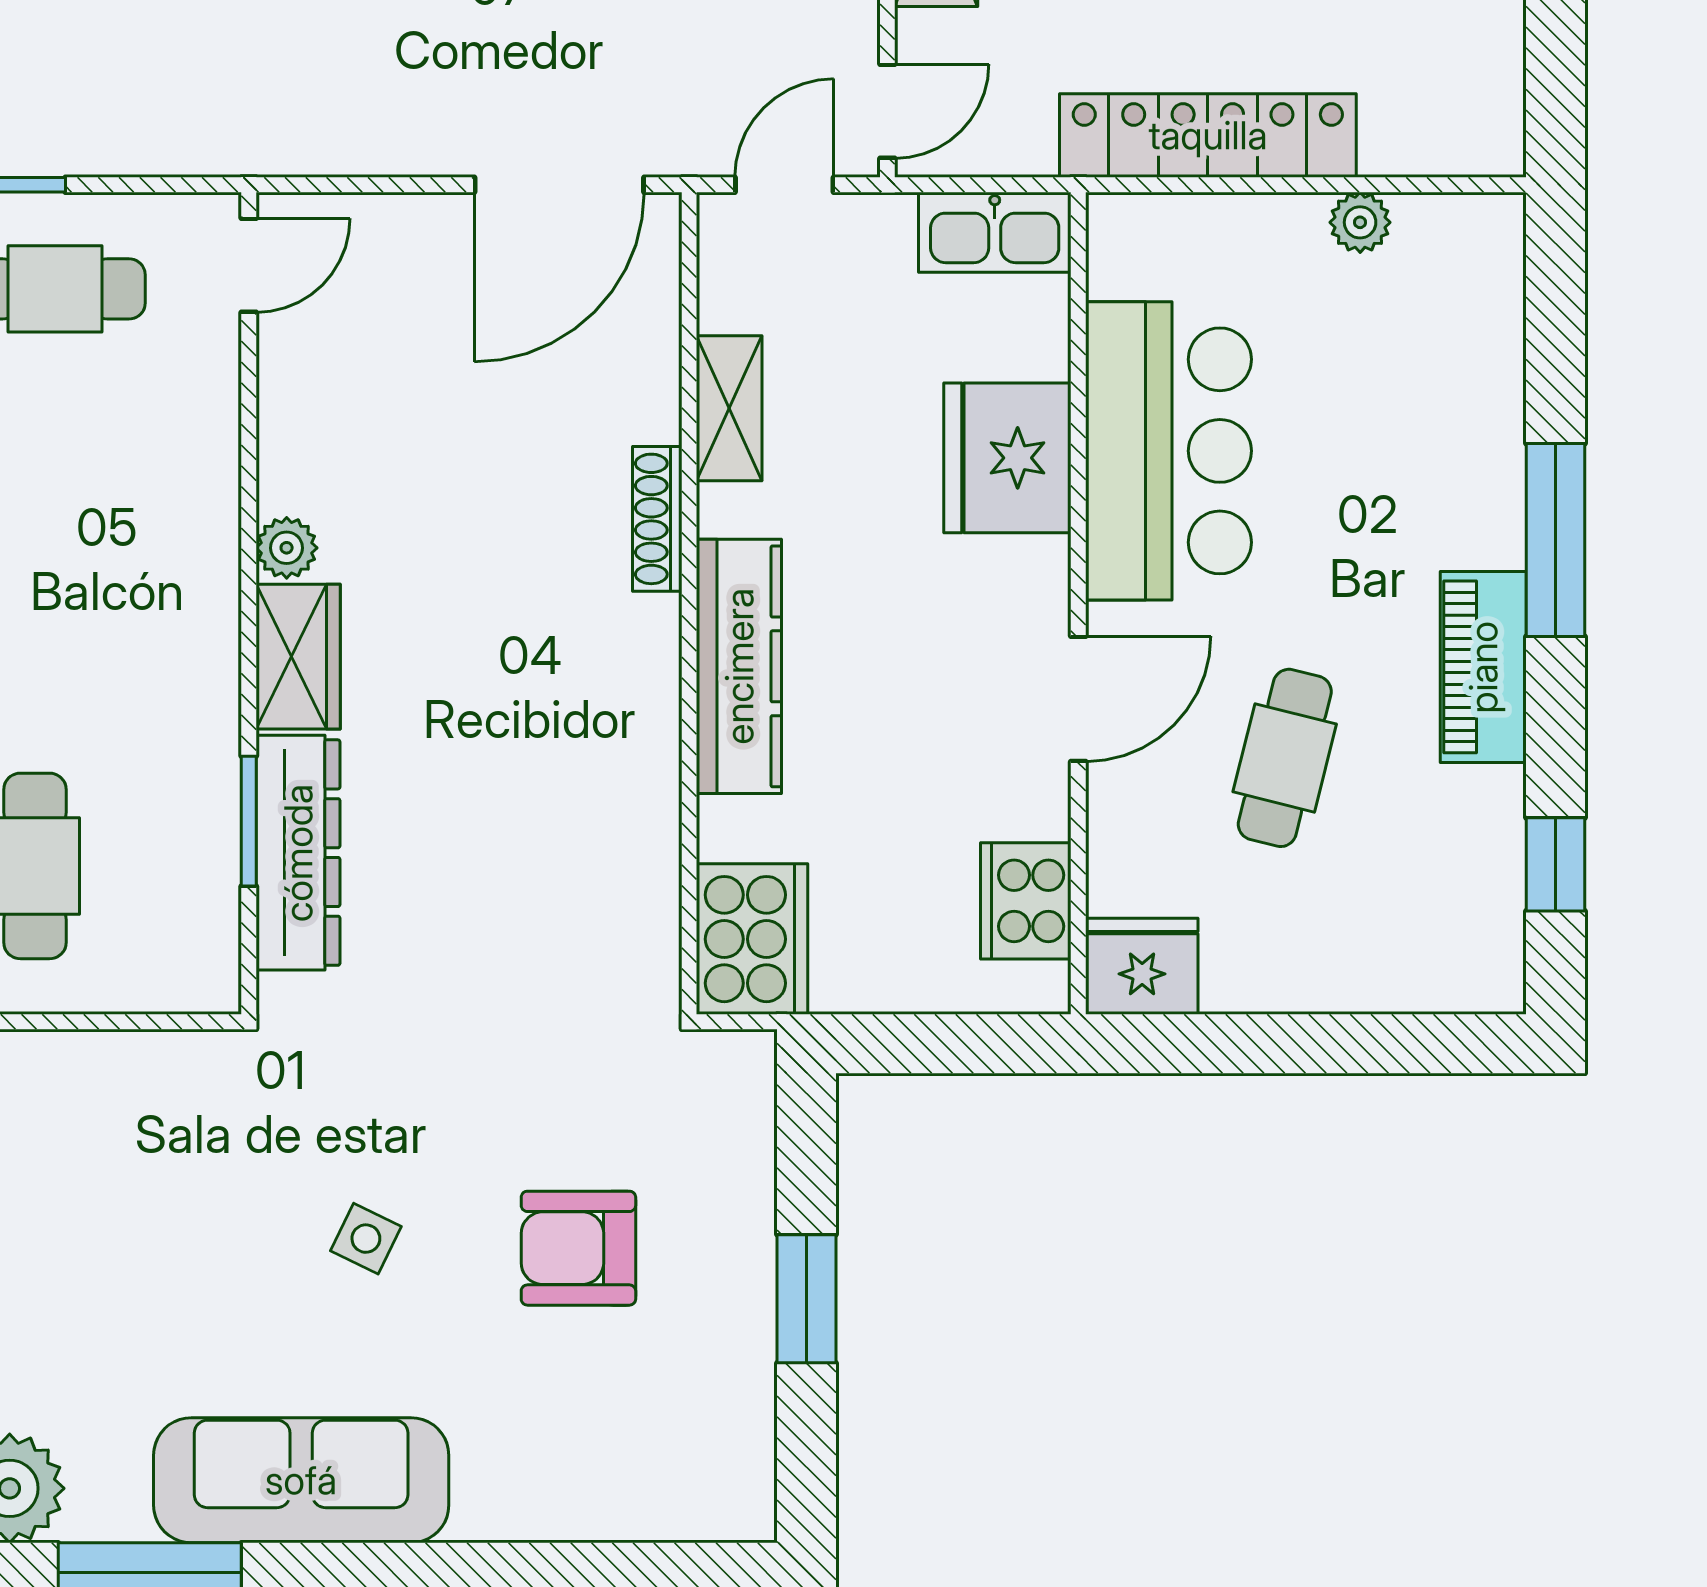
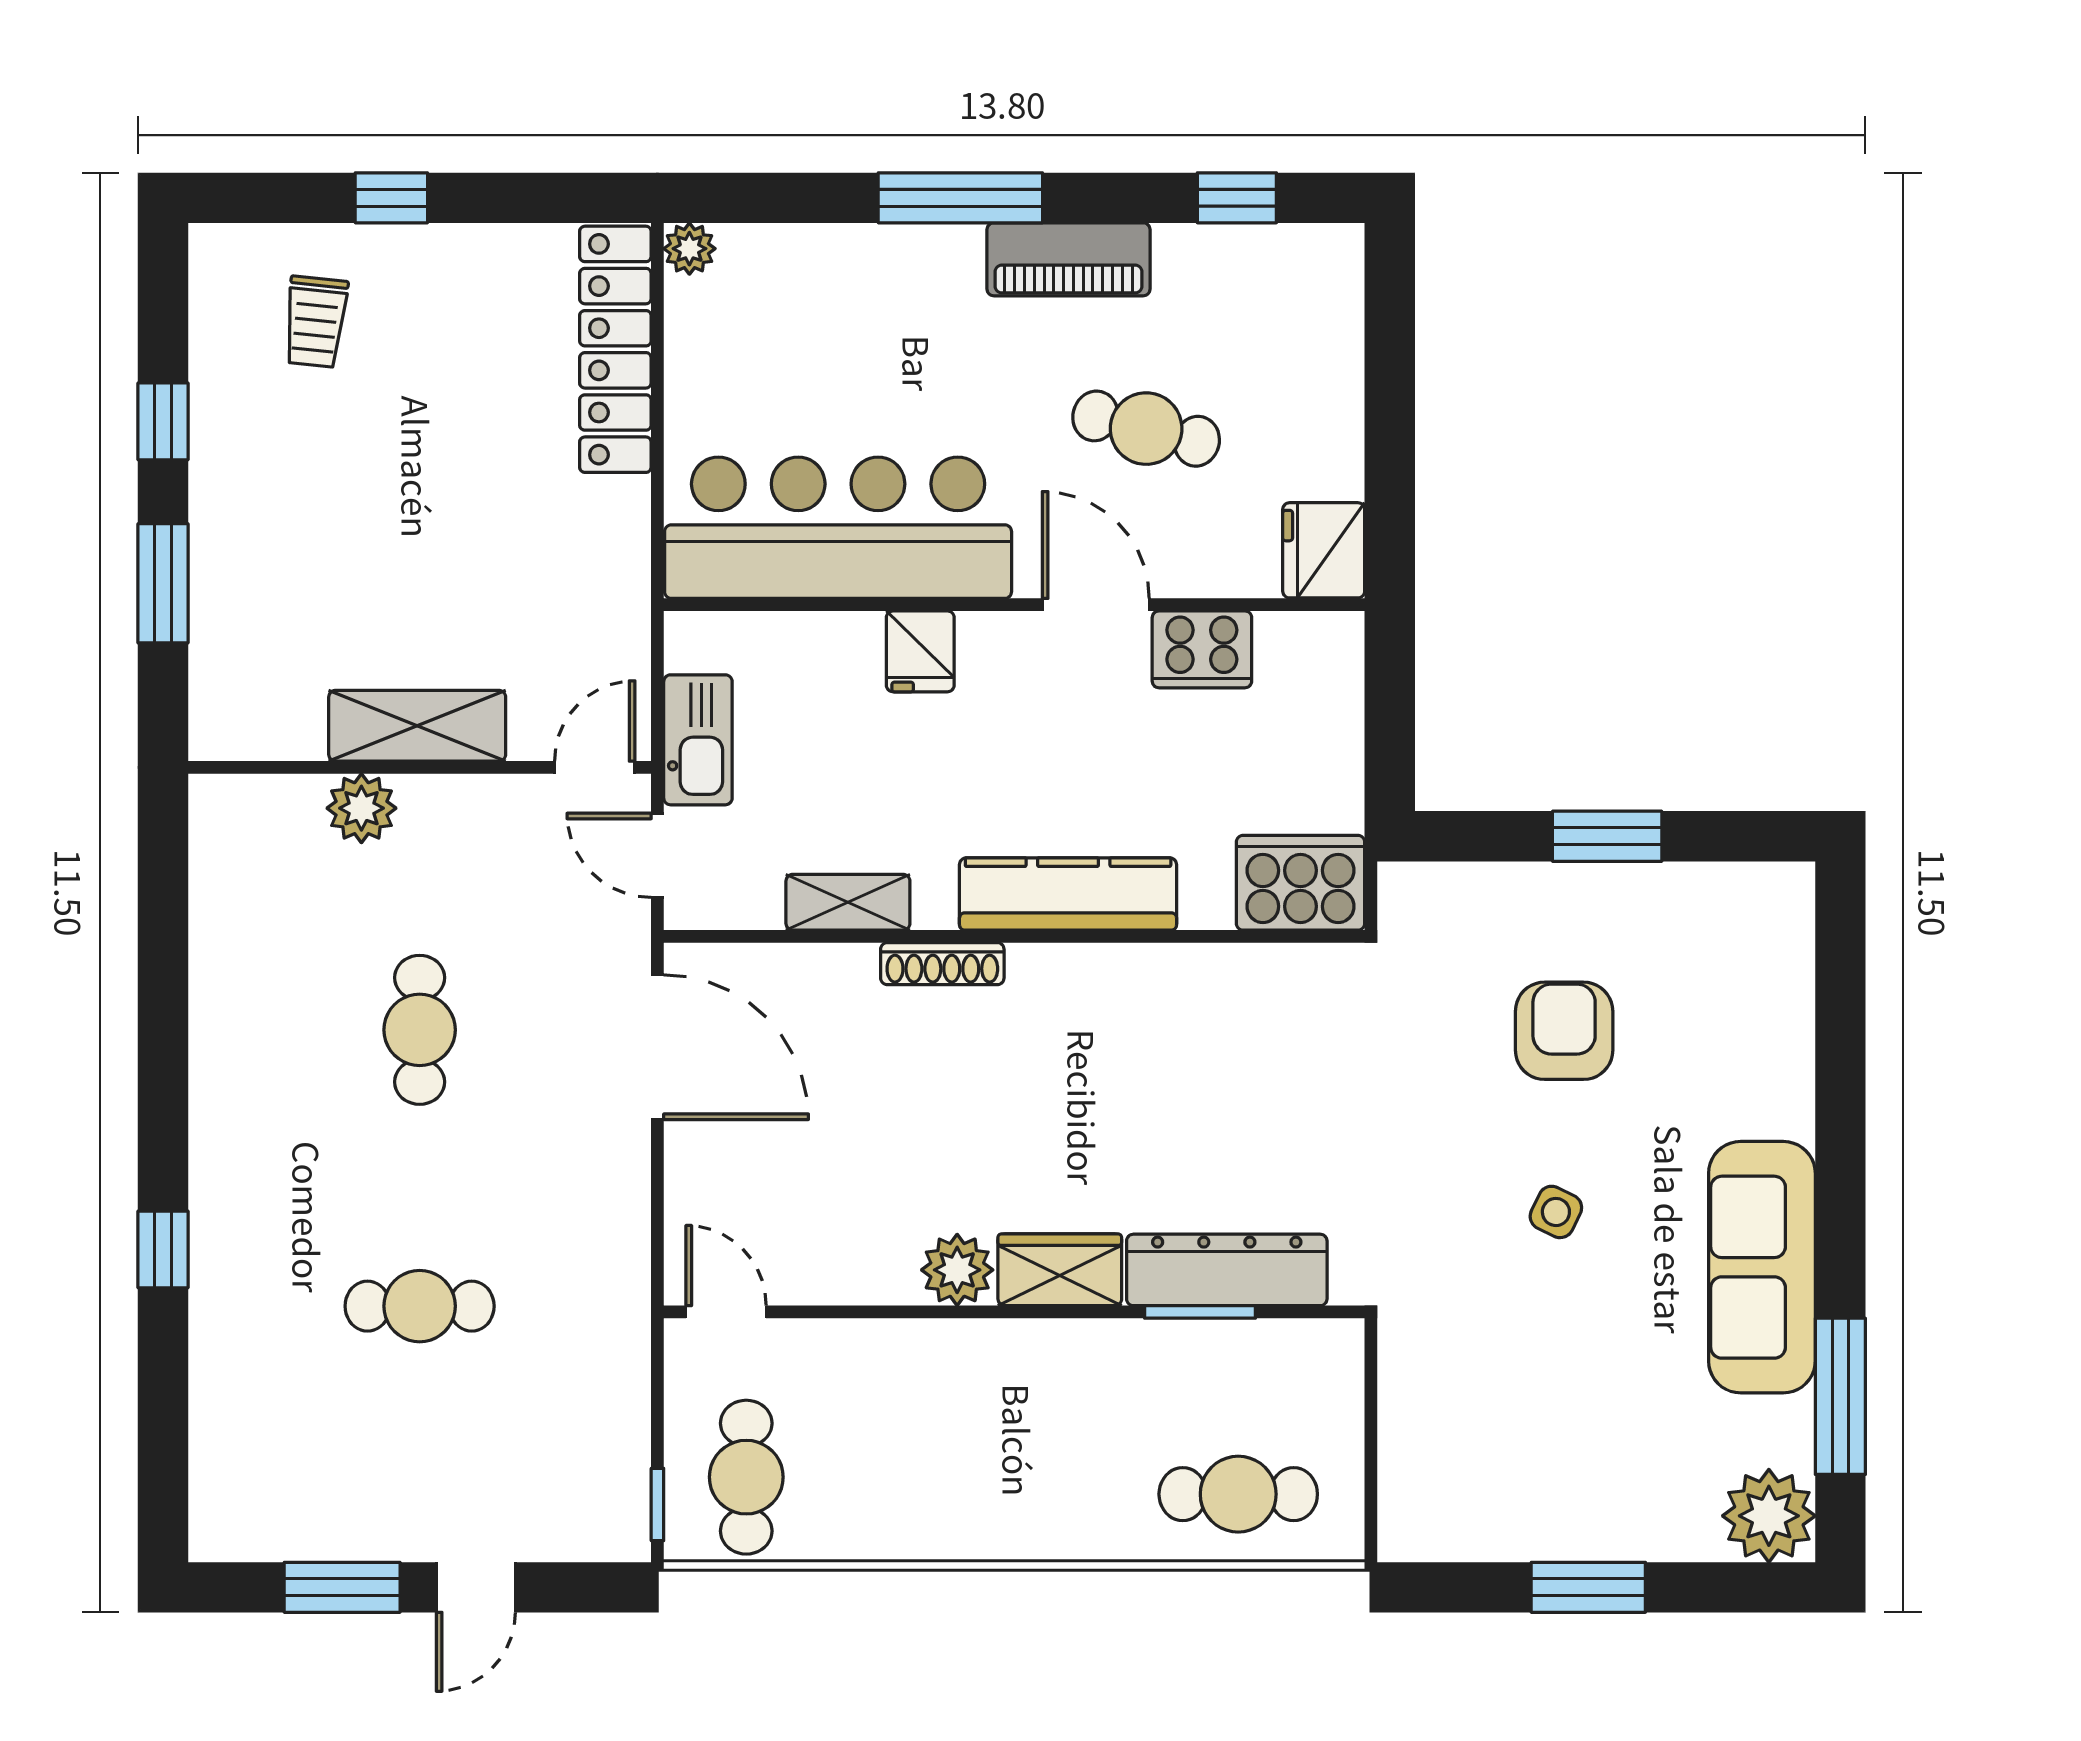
door: (887, 111) -> (595, 767), hinge flipped
locker: (1208, 135) -> (615, 349), moved
plant: (1360, 222) -> (689, 249), moved
kitchen sink: (995, 232) -> (698, 740), moved
bar counter: (1168, 451) -> (838, 528), width x1.36
fridge: (1007, 458) -> (920, 651), width x0.53, depth x0.75
plant: (287, 548) -> (957, 1270), width x1.38, depth x1.38
cooker: (1026, 901) -> (1202, 649), moved
armchair: (578, 1248) -> (1564, 1031), turned 180

